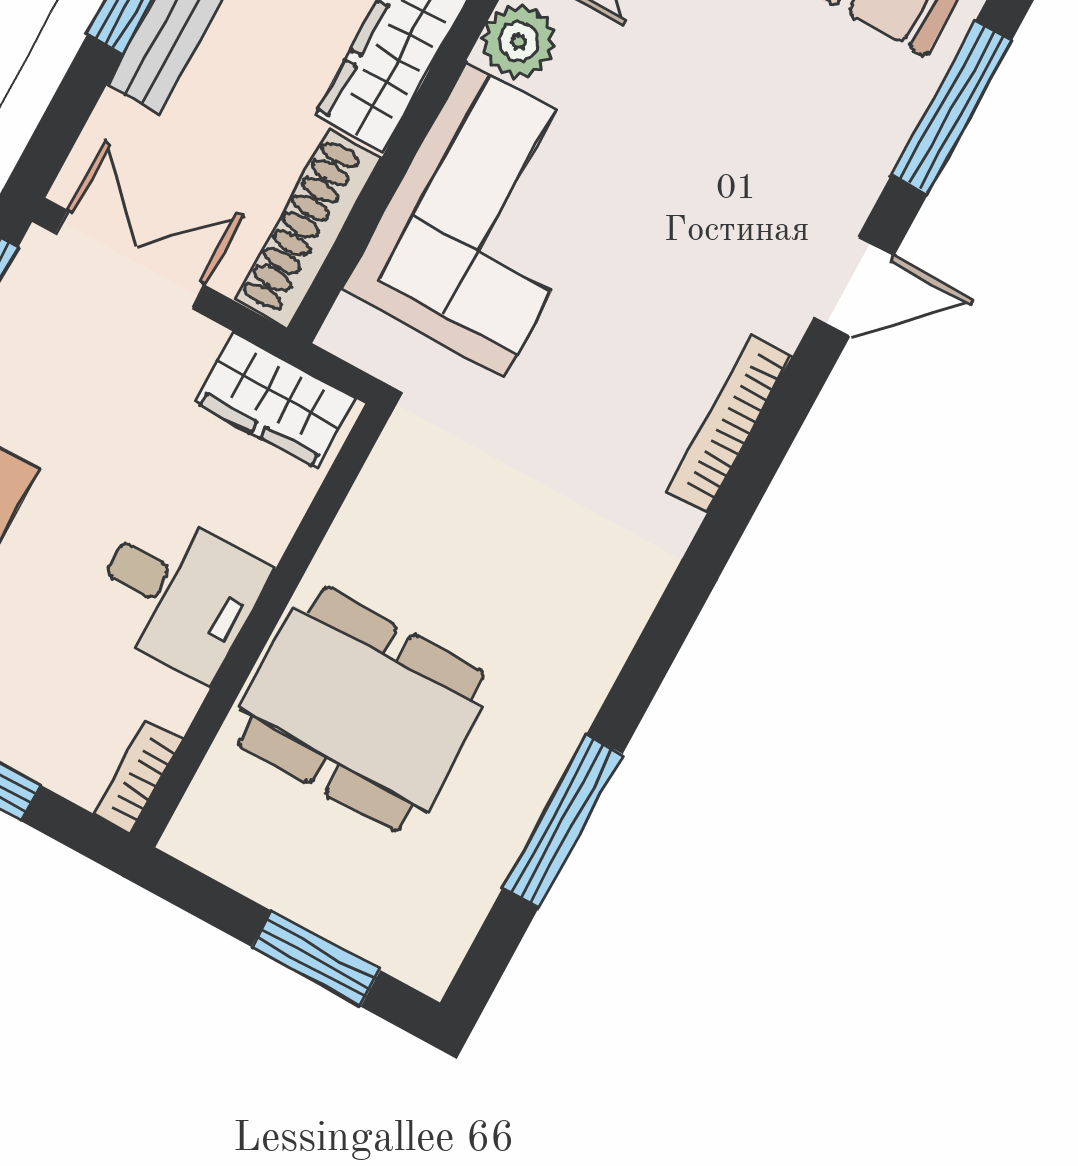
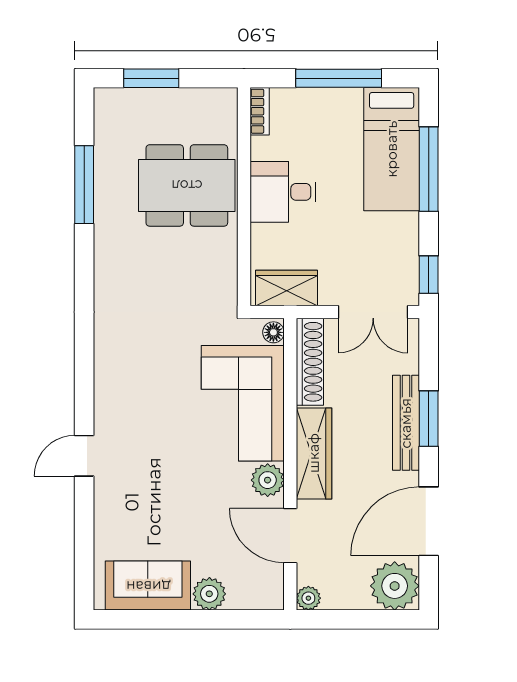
window: (951, 108) -> (84, 546), removed
floor lamp: (348, 326) -> (273, 332), added
bookcase: (730, 423) -> (104, 376), removed

